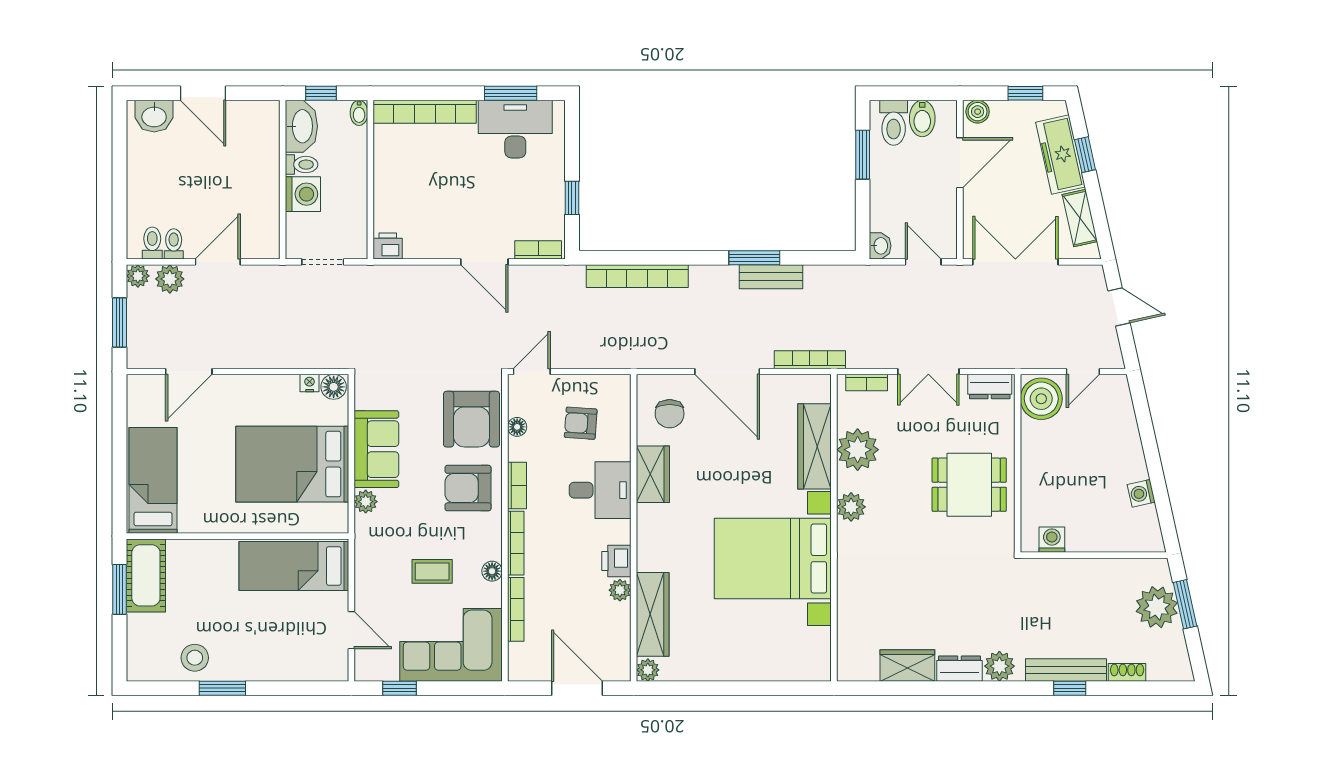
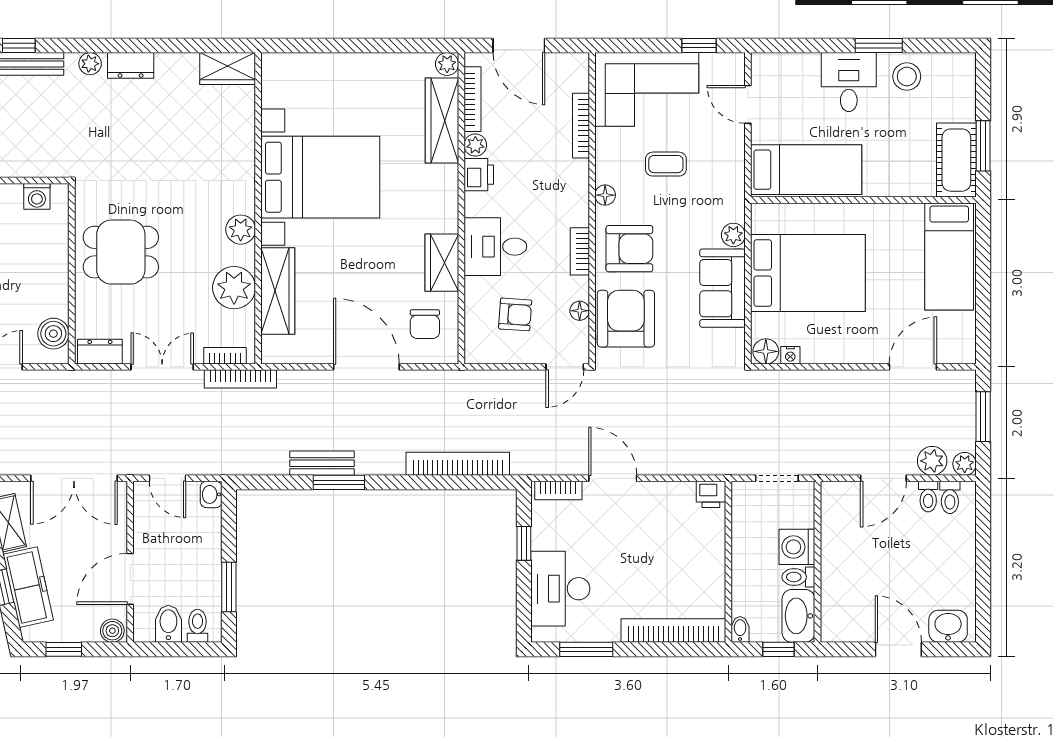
toilet: (894, 123) -> (198, 626), width x0.73, depth x0.72
desk: (515, 129) -> (560, 589), moved, turned 90
bookcase: (810, 360) -> (240, 379), moved
boiler: (1041, 399) -> (53, 334), width x0.73, depth x0.73
chair: (670, 414) -> (425, 324), turned 180
bookcase: (516, 543) -> (472, 99), moved, turned 180
floor lamp: (492, 571) -> (605, 195), moved
desk: (252, 652) -> (849, 82), added
wardrobe: (907, 666) -> (228, 69), moved
plant: (999, 666) -> (90, 64), width x0.73, depth x0.73

